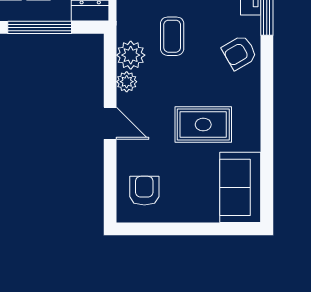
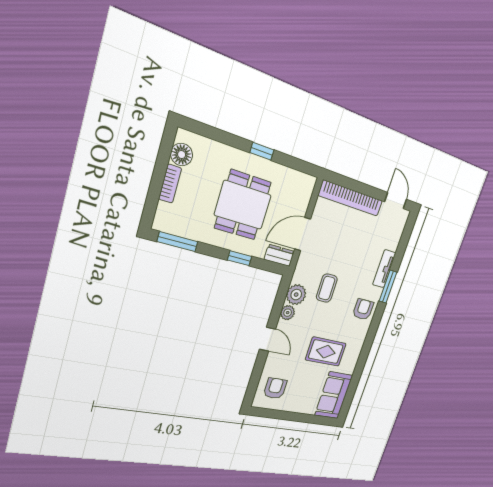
window: (40, 27) -> (240, 258), width x0.46
armchair: (239, 53) -> (363, 309), turned 120

